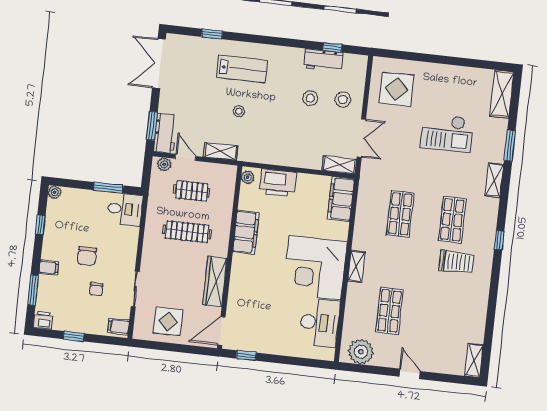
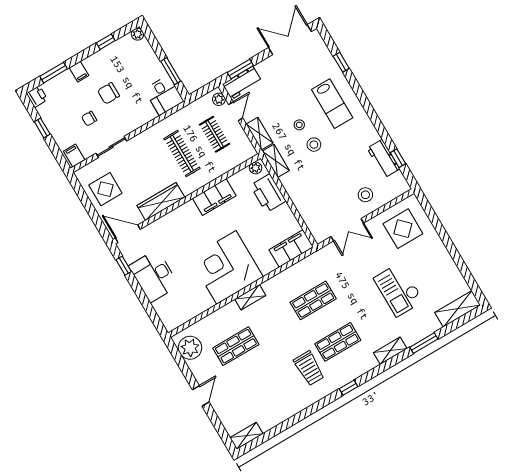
stool: (310, 98) -> (314, 145), moved
shelving: (339, 165) -> (276, 161), moved
desk: (320, 323) -> (154, 276), moved, turned 90

